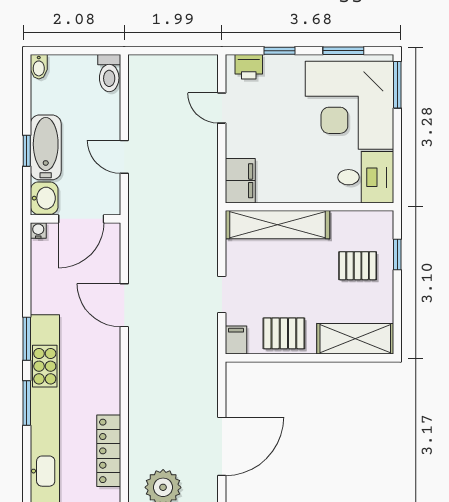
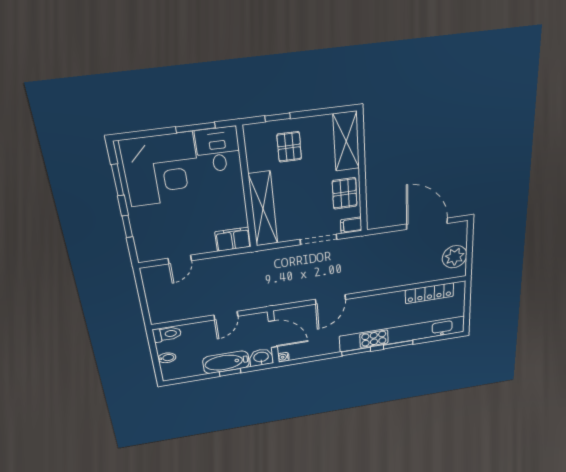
bidet: (39, 67) -> (167, 358), moved
printer: (249, 67) -> (144, 246), removed
window: (397, 85) -> (195, 127), moved
doorway: (222, 294) -> (319, 239), width x1.38

